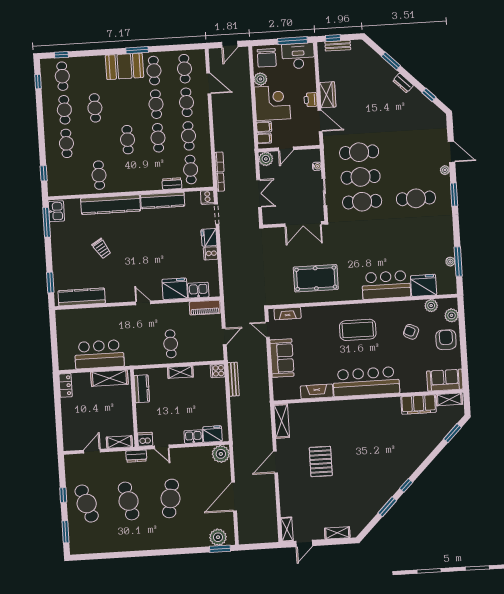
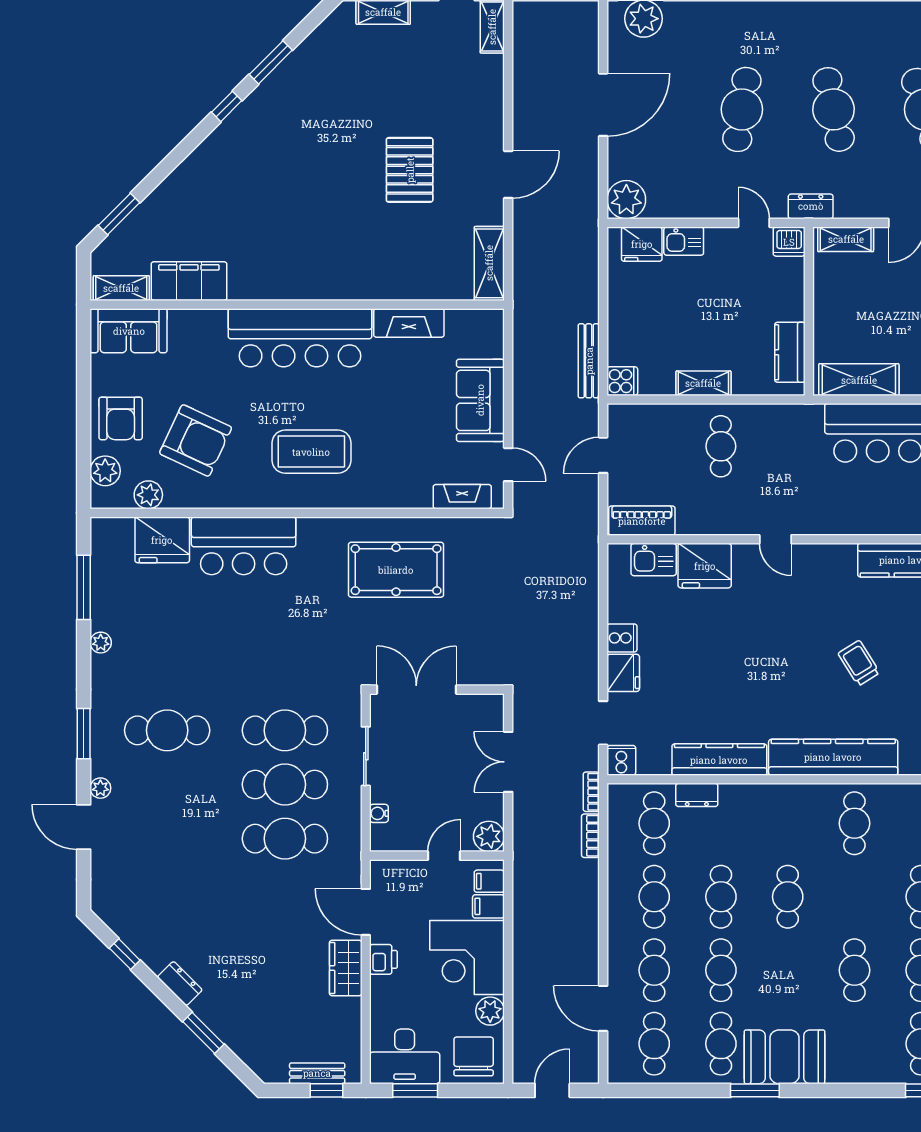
window: (292, 41) -> (415, 1090), width x0.69
plant: (450, 262) -> (101, 643), moved
armchair: (411, 332) -> (196, 440), width x1.88, depth x1.88

